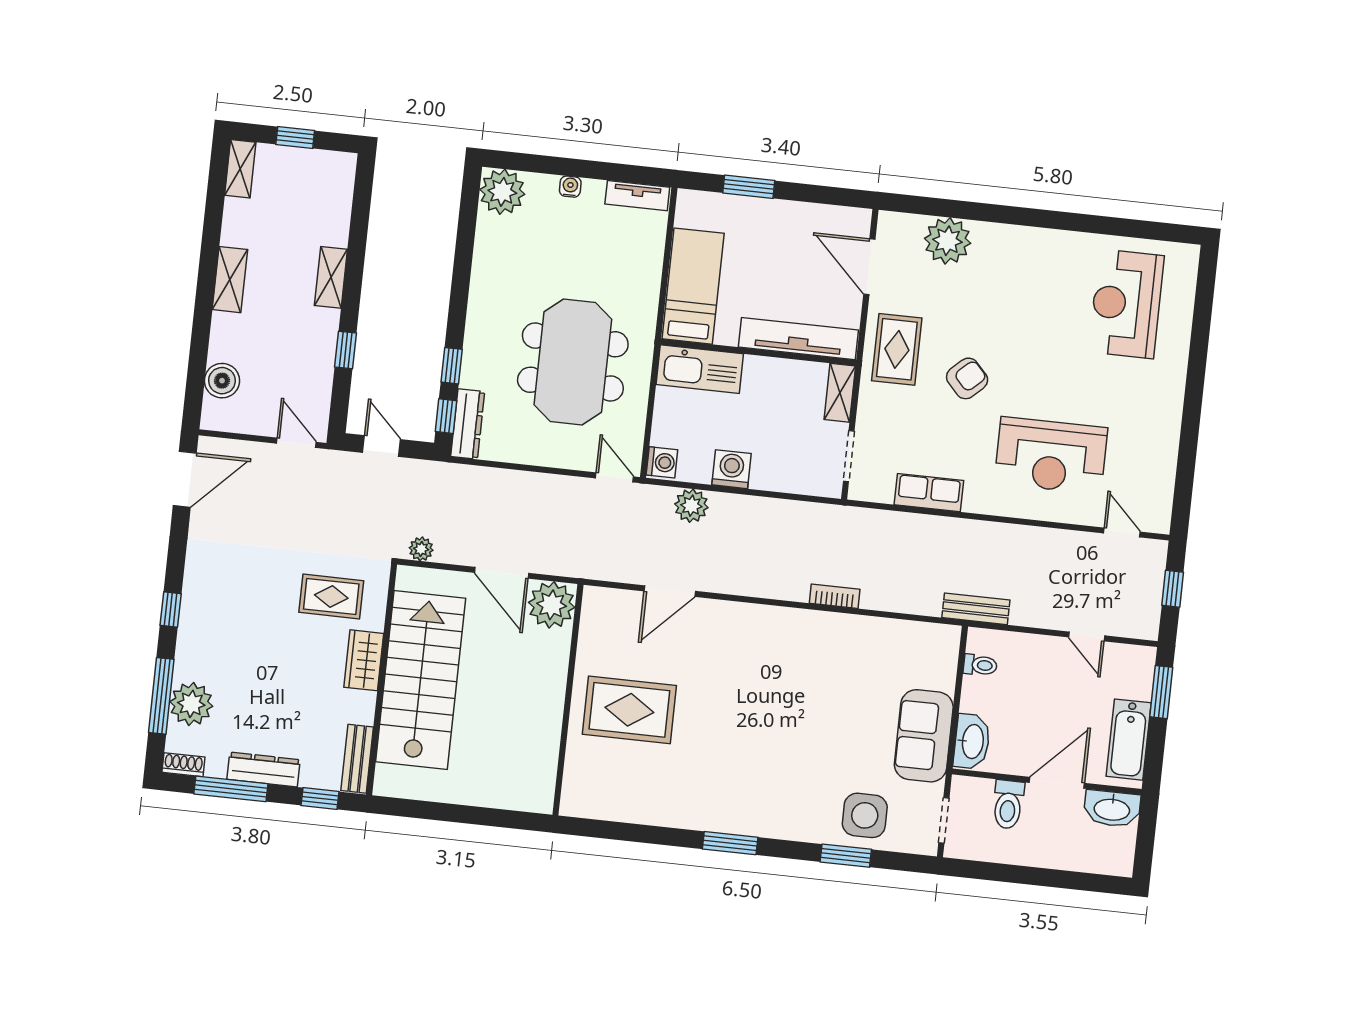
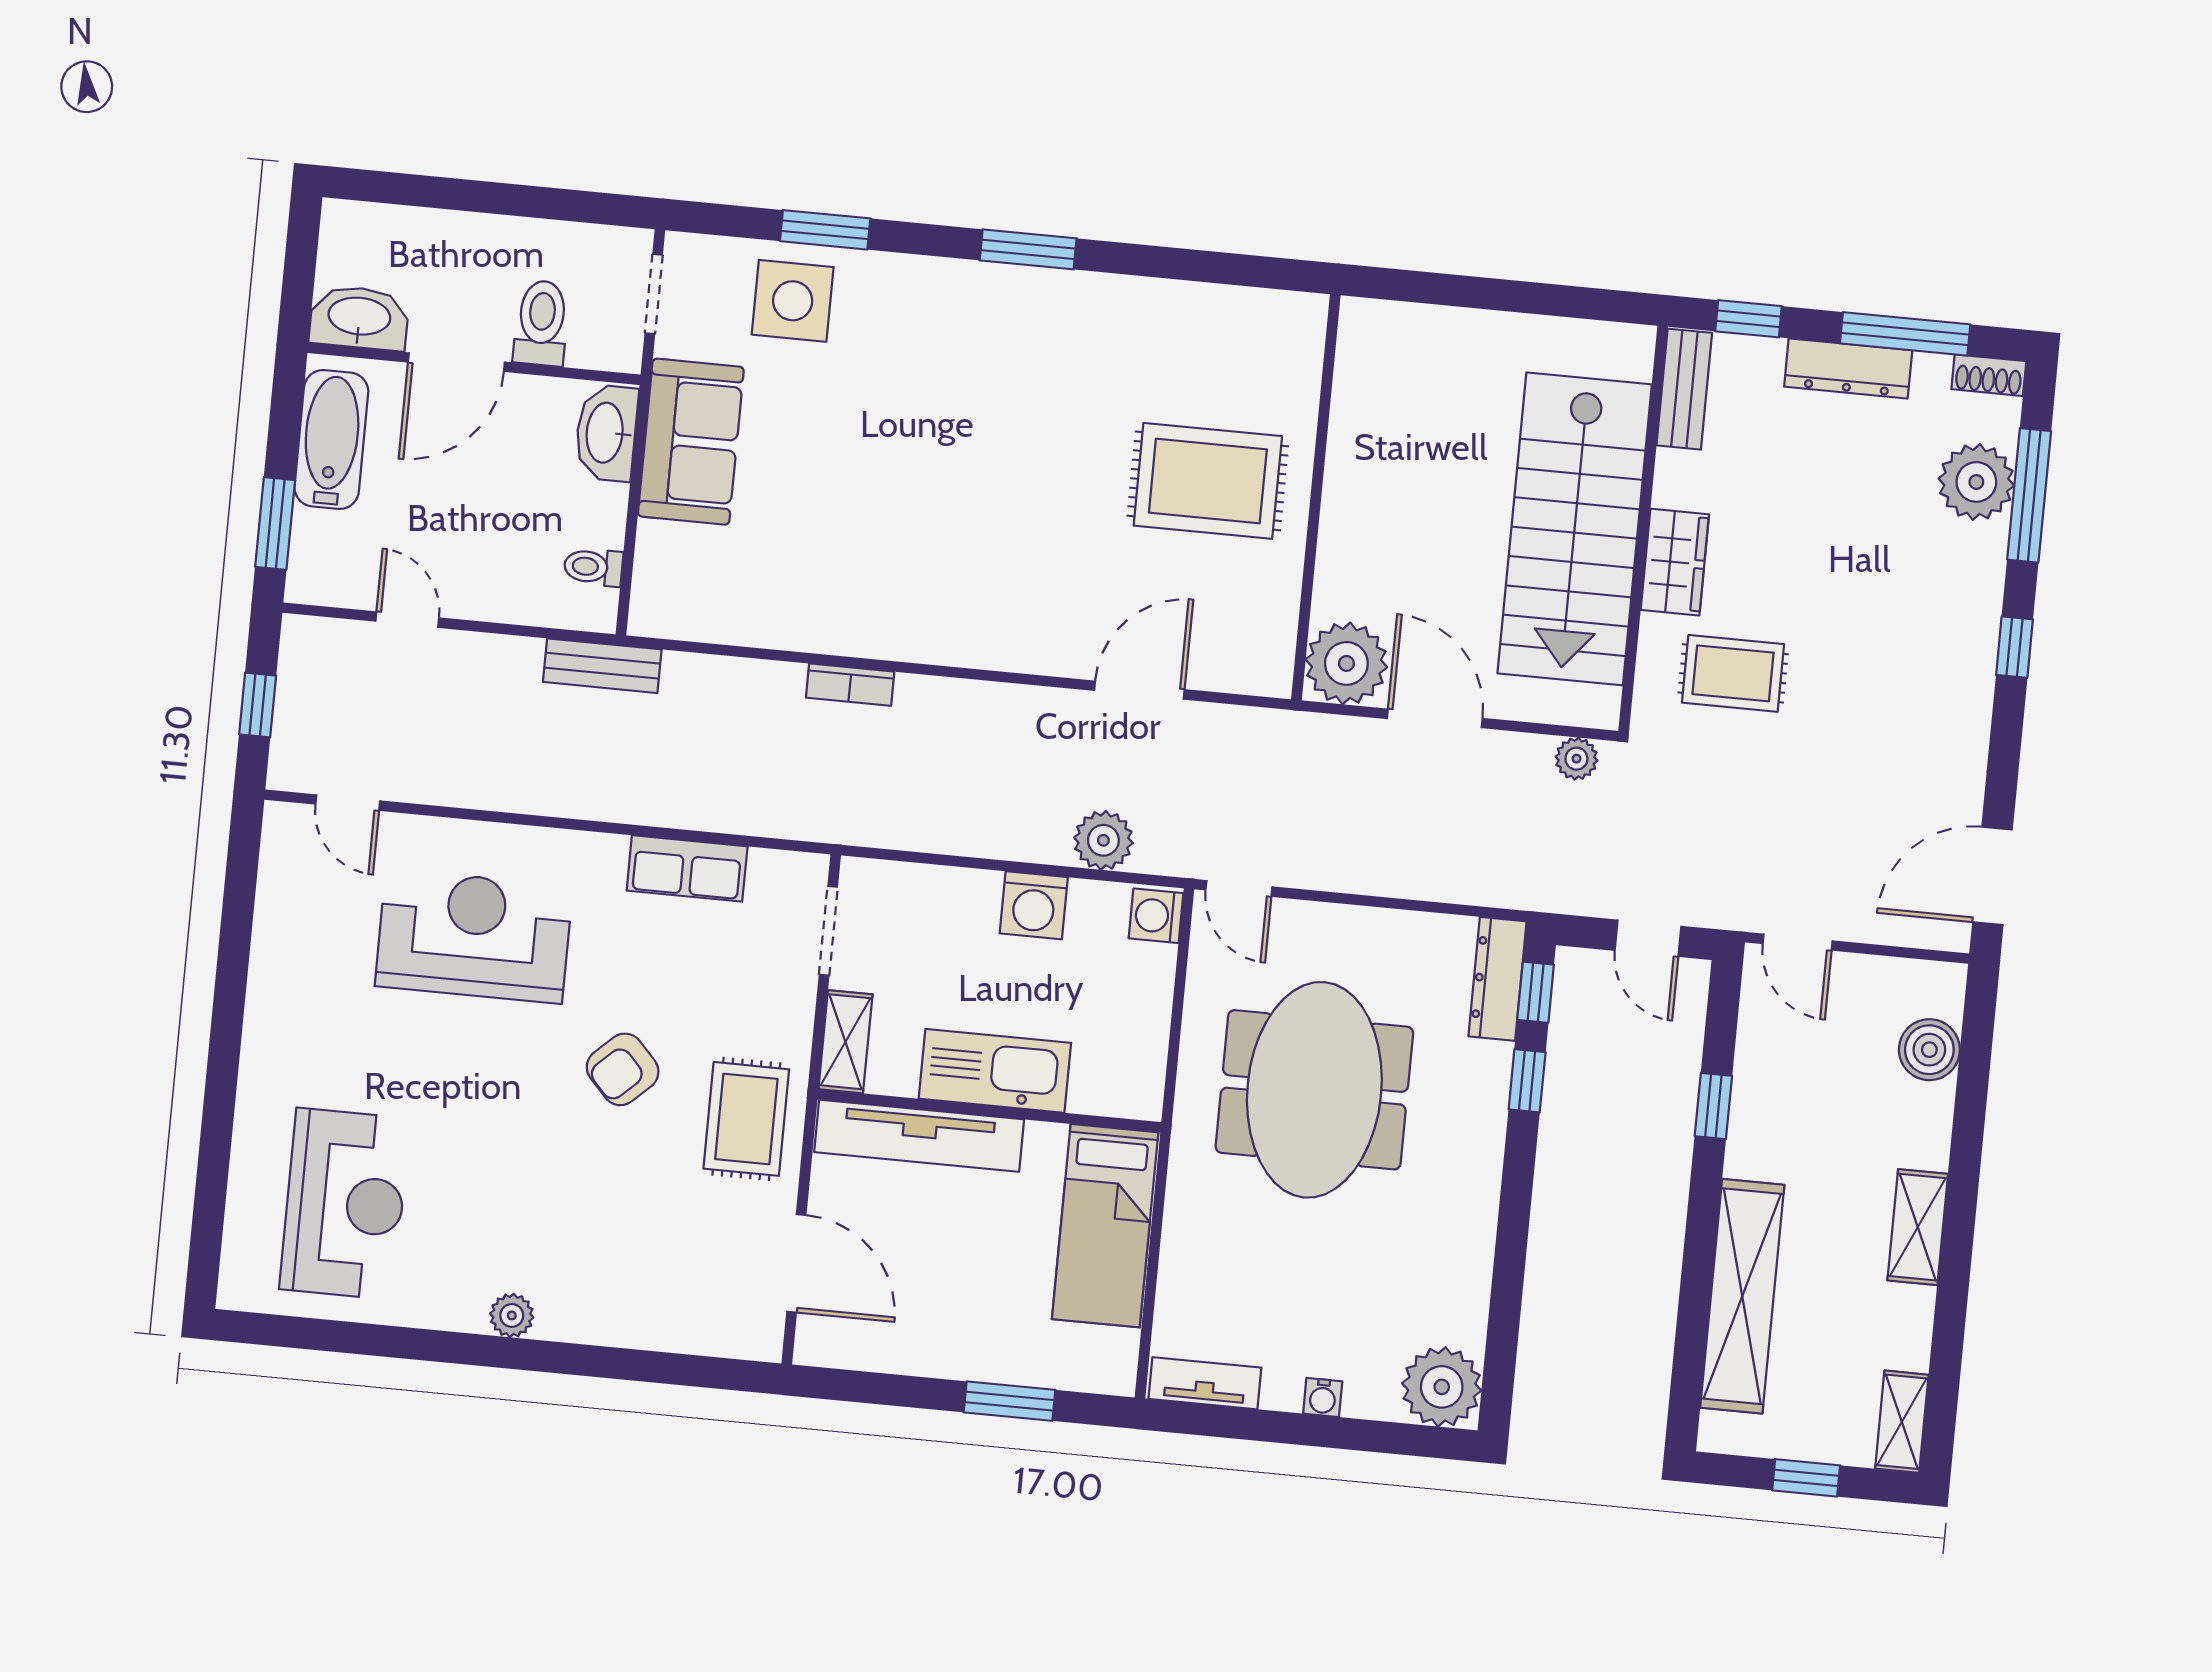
plant: (948, 241) -> (512, 1315), moved, width x0.53, depth x0.53
shelving: (331, 277) -> (1742, 1296), width x2.20, depth x1.33
kitchen sink: (700, 369) -> (995, 1071), moved

